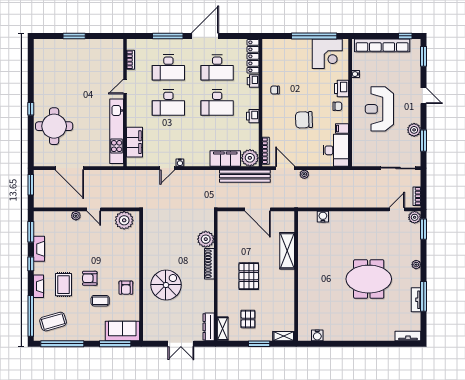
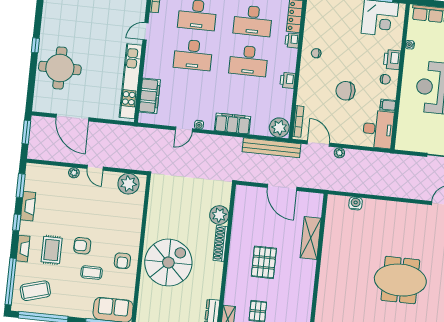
filing cabinet: (225, 159) -> (233, 123), moved
spiral stairs: (166, 285) -> (168, 263), width x1.37, depth x1.37

